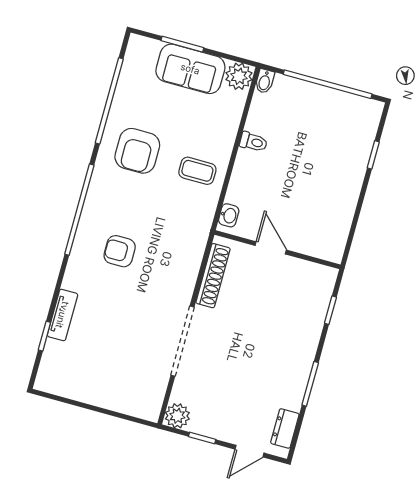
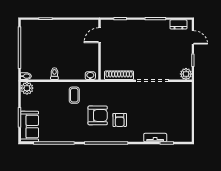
sofa: (190, 69) -> (30, 127), moved
armchair: (137, 151) -> (98, 115), moved
door: (271, 248) -> (100, 35), moved

